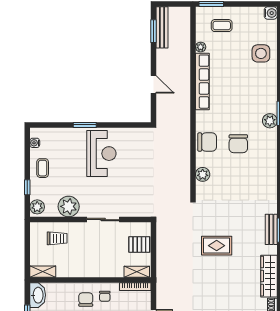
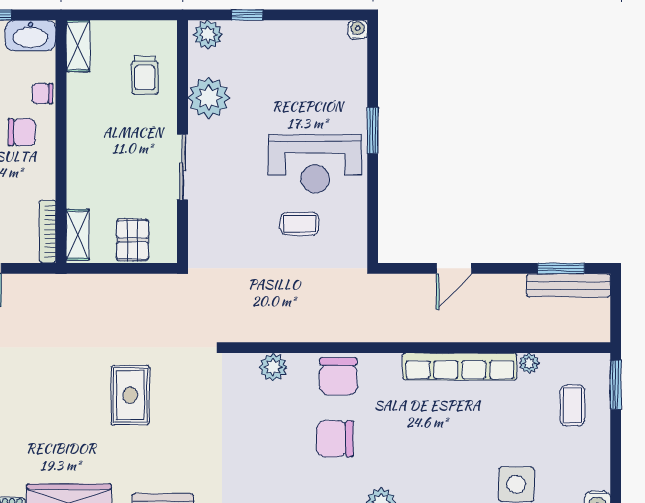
water cooler: (35, 143) -> (358, 30), moved
coffee table: (43, 168) -> (300, 224), moved
chair: (105, 296) -> (43, 94), moved

